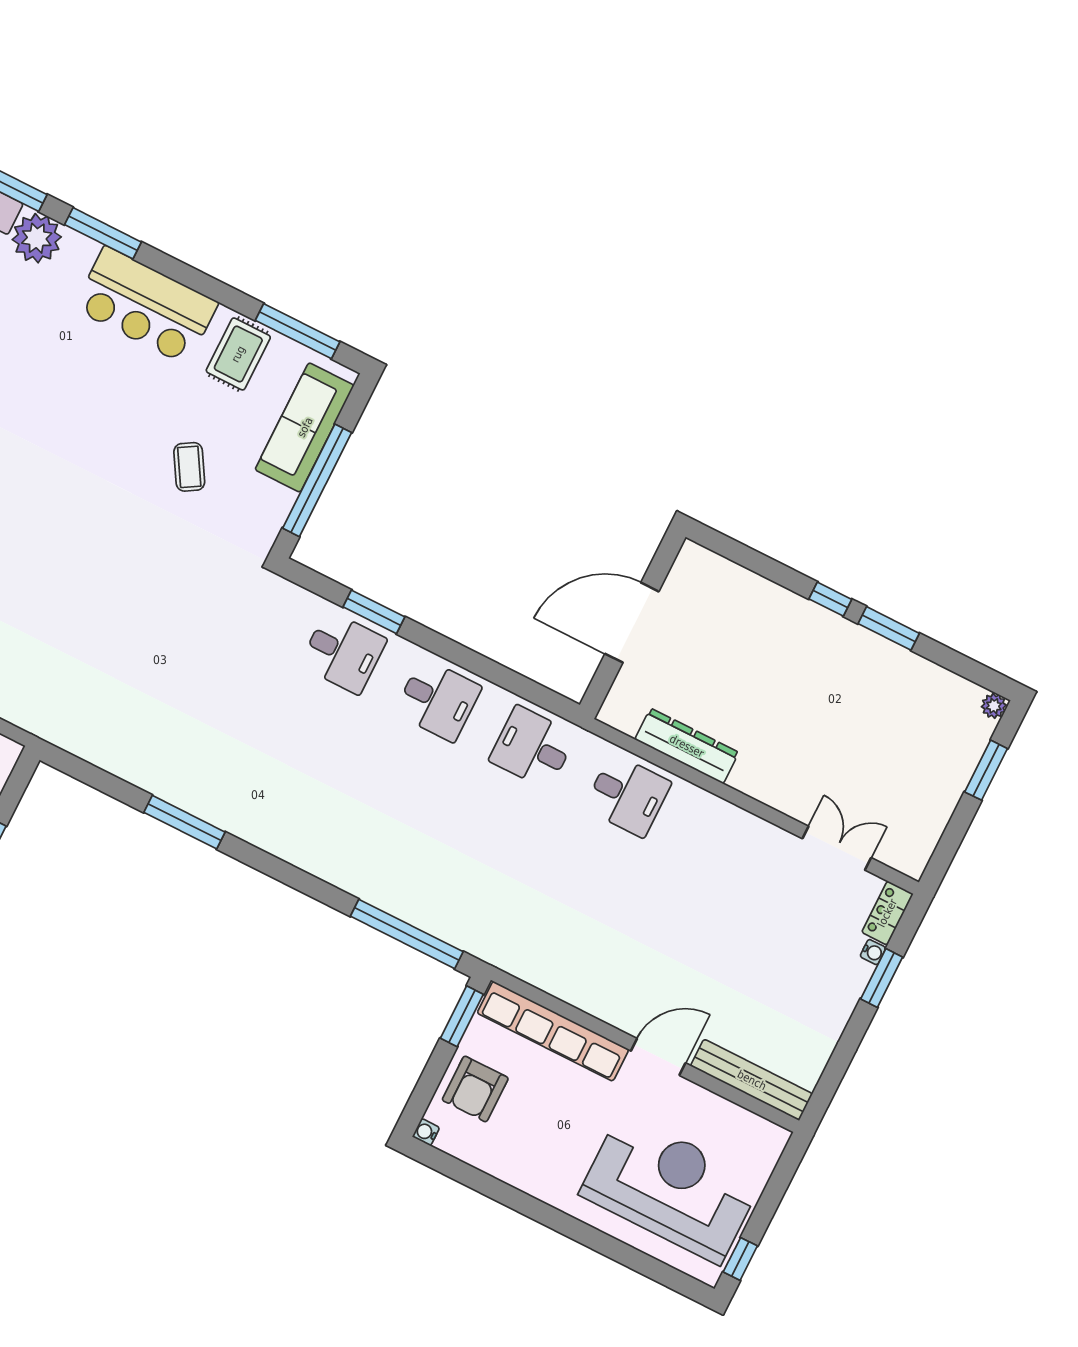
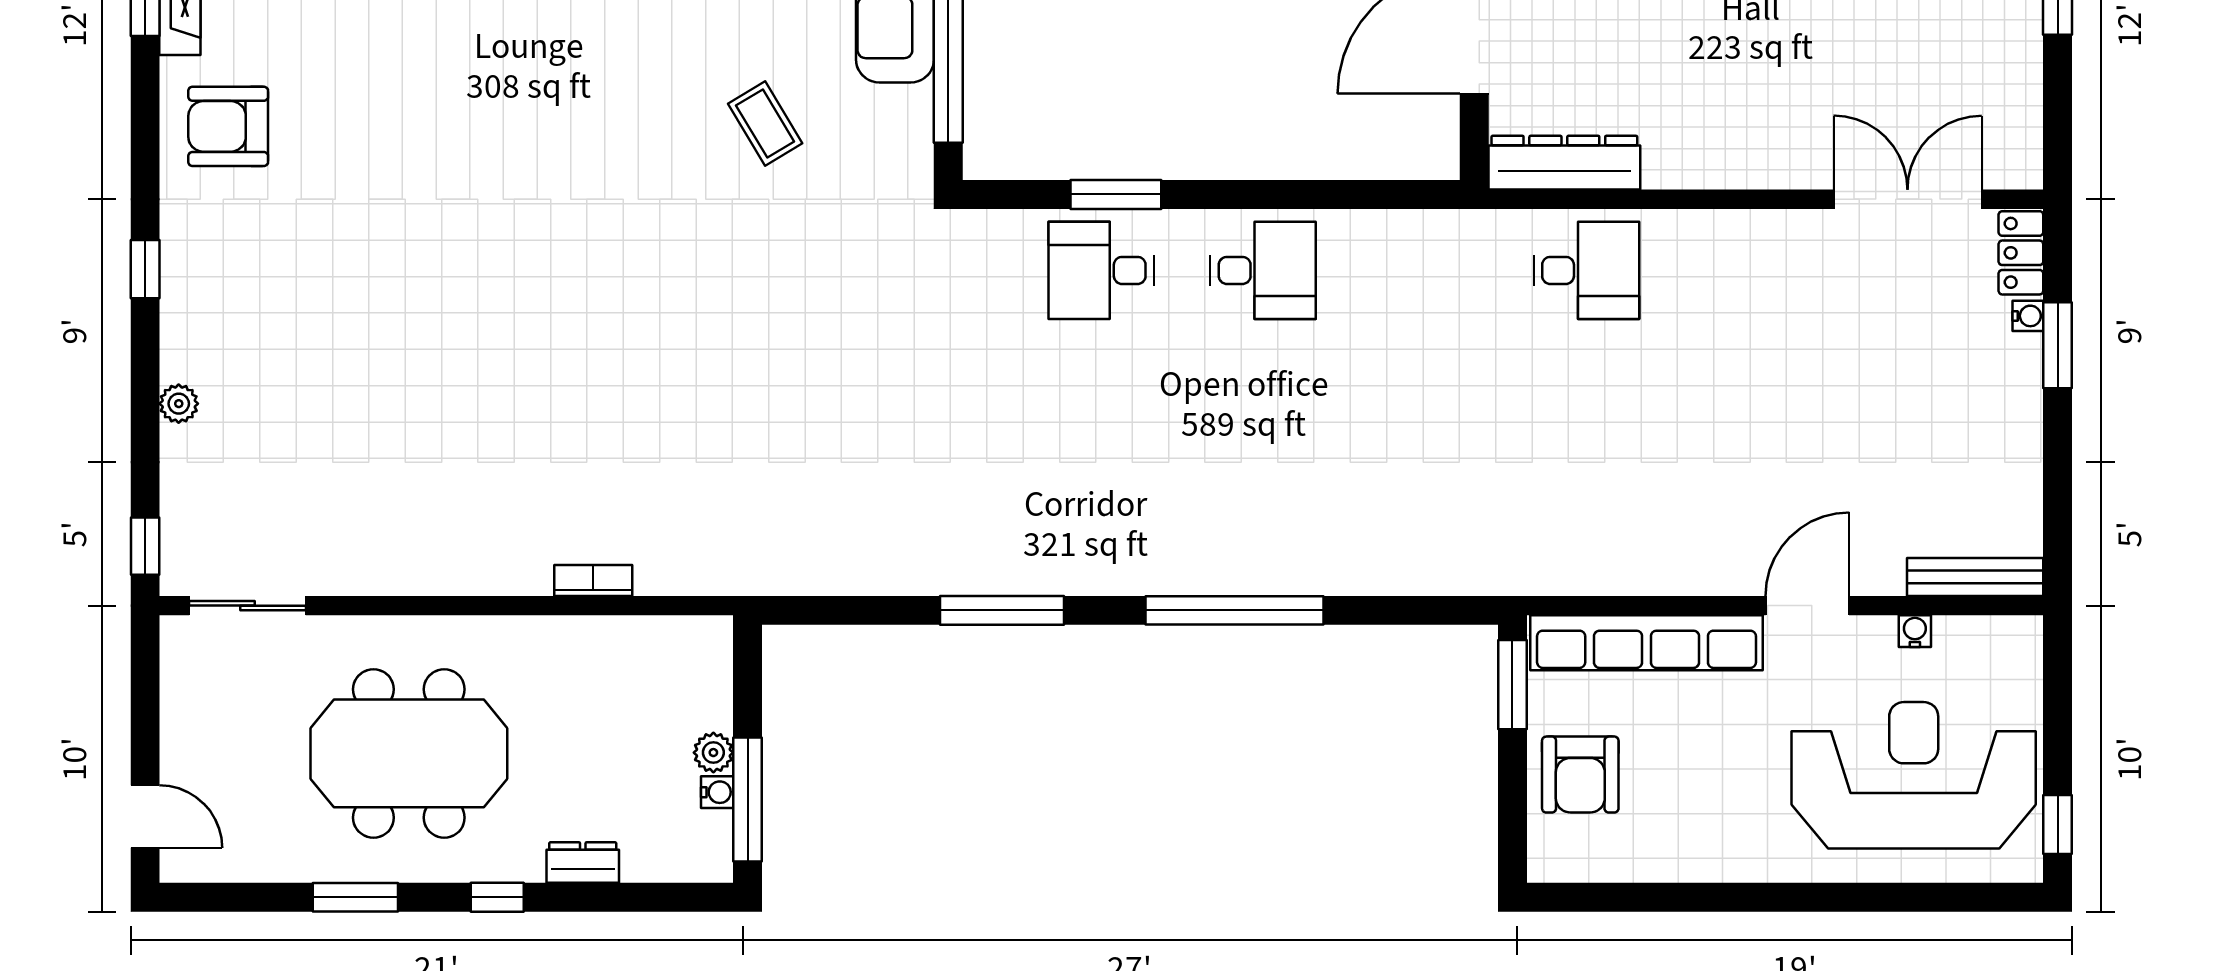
desk: (343, 652) -> (1101, 270), turned 180
dresser: (687, 746) -> (1564, 163), moved
desk: (533, 748) -> (1425, 270), removed
double door: (837, 848) -> (1908, 199), width x1.37
window: (407, 934) -> (1235, 610), moved
bench: (752, 1080) -> (1975, 577), width x0.73, depth x0.82
water cooler: (426, 1132) -> (1915, 631), moved, turned 90

